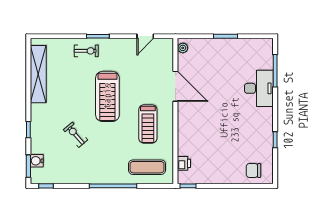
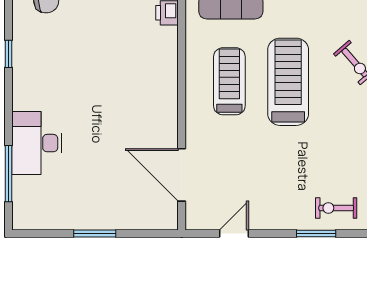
plant: (183, 48) -> (169, 213), removed
door: (175, 86) -> (182, 175), moved
treadmill: (107, 96) -> (288, 82), moved

